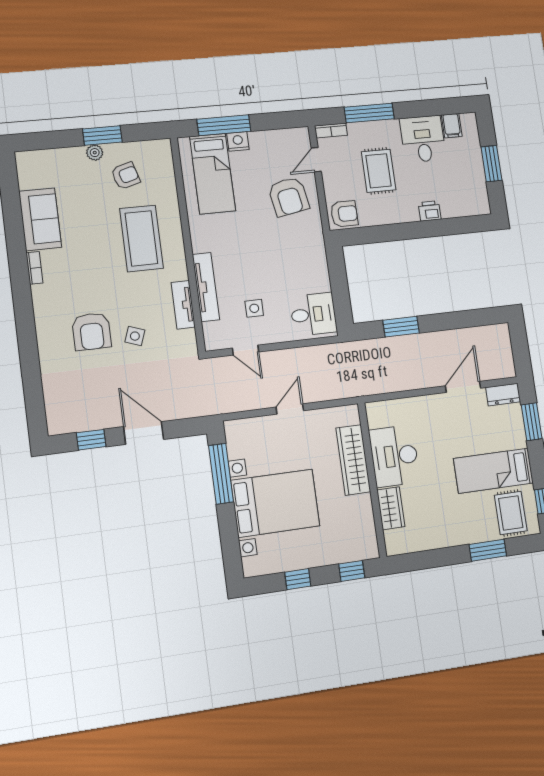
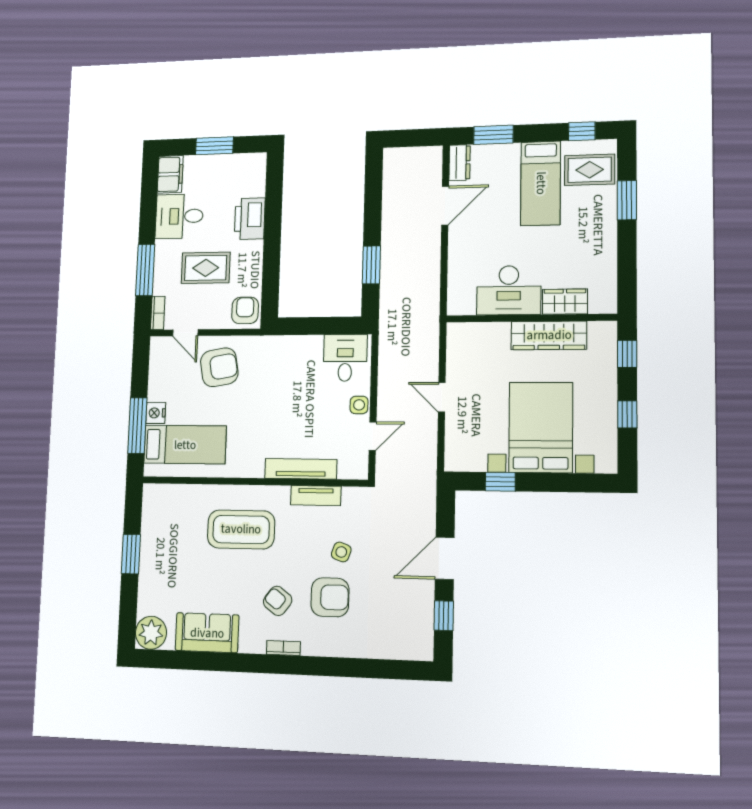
filing cabinet: (452, 126) -> (170, 174), width x2.00
plant: (95, 153) -> (151, 633), moved, width x1.87, depth x1.87
armchair: (126, 176) -> (278, 601), moved, turned -37
printer: (430, 211) -> (250, 219), width x1.87, depth x1.48
bookcase: (34, 268) -> (283, 648), moved
side table: (254, 308) -> (359, 405), moved
door: (463, 387) -> (445, 206), swing flipped
wardrobe: (353, 460) -> (549, 335), moved
window: (221, 474) -> (500, 482), width x0.46

